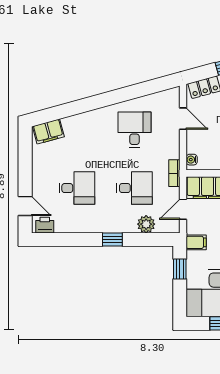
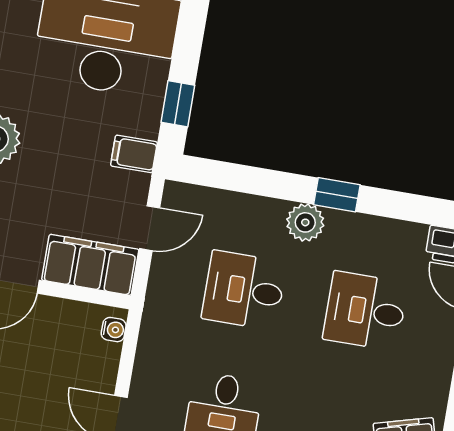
bookcase: (174, 173) -> (155, 307), removed
plant: (146, 224) -> (305, 222), moved
window: (112, 240) -> (337, 195), moved

